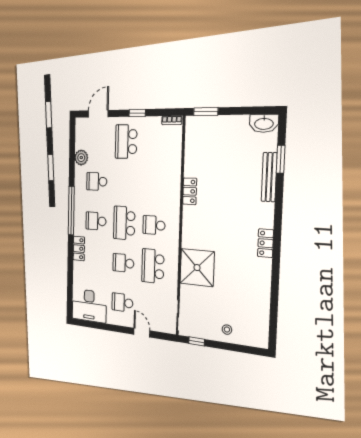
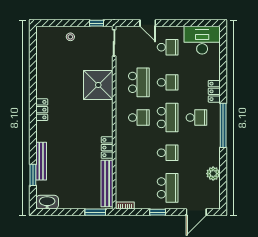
bench: (191, 147) -> (107, 183), added
school desk: (97, 181) -> (168, 153), moved

